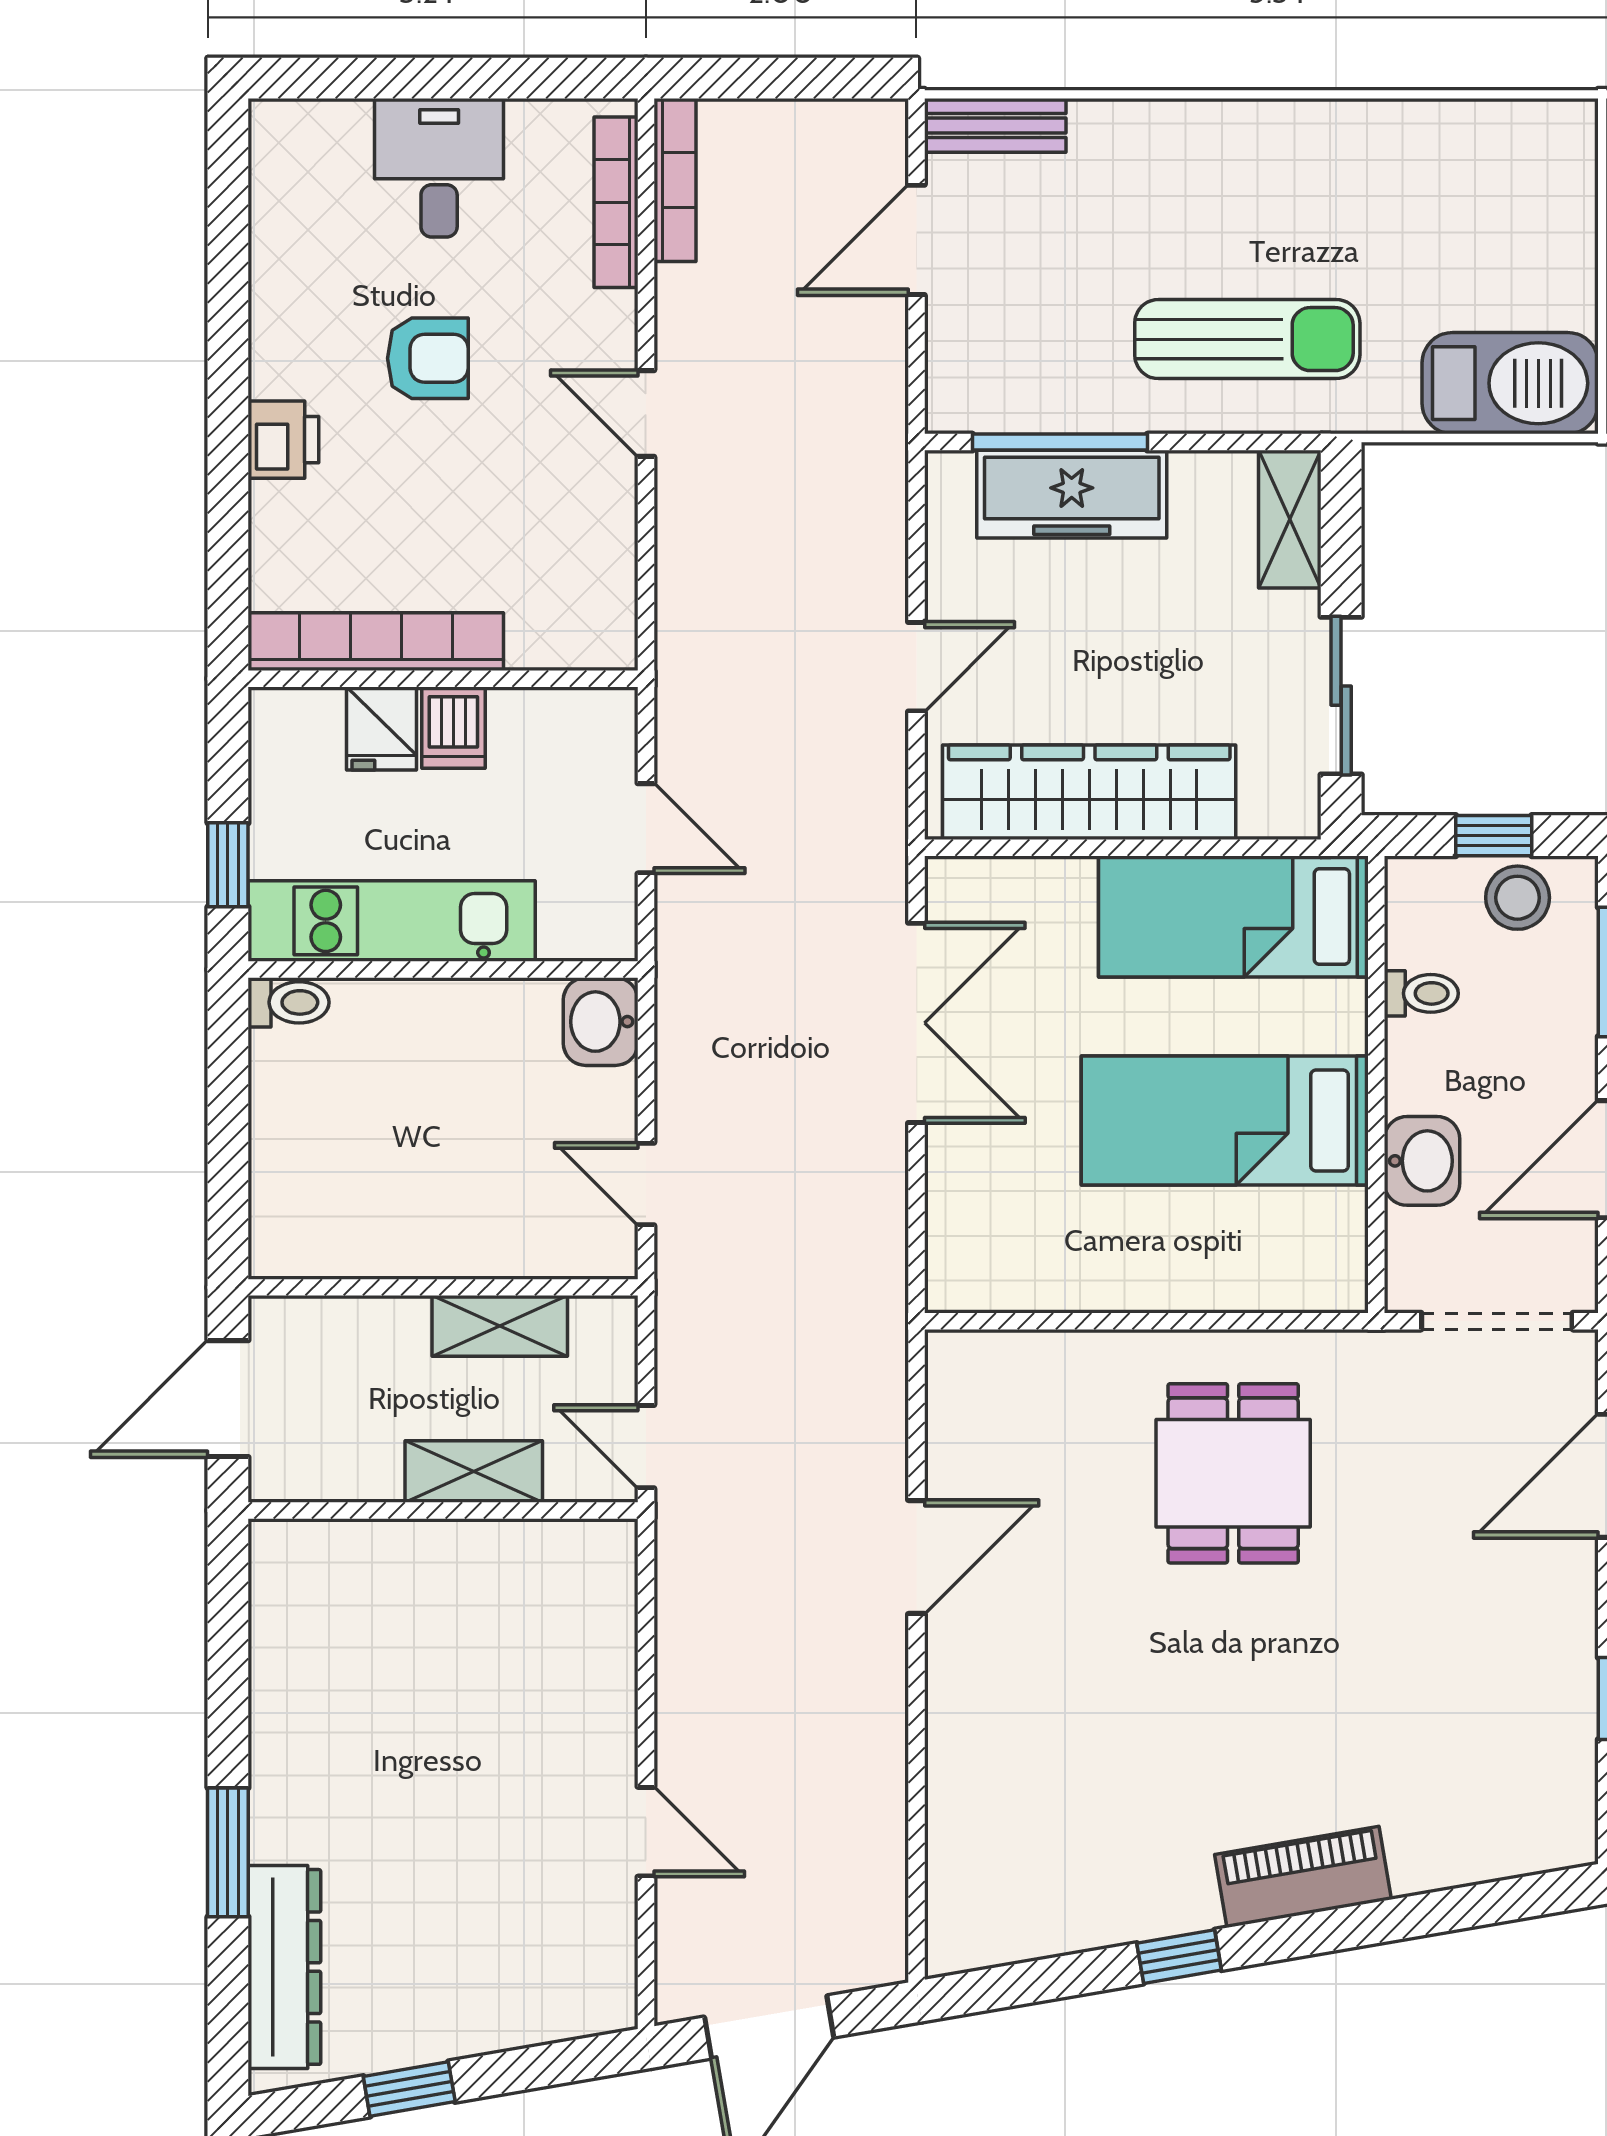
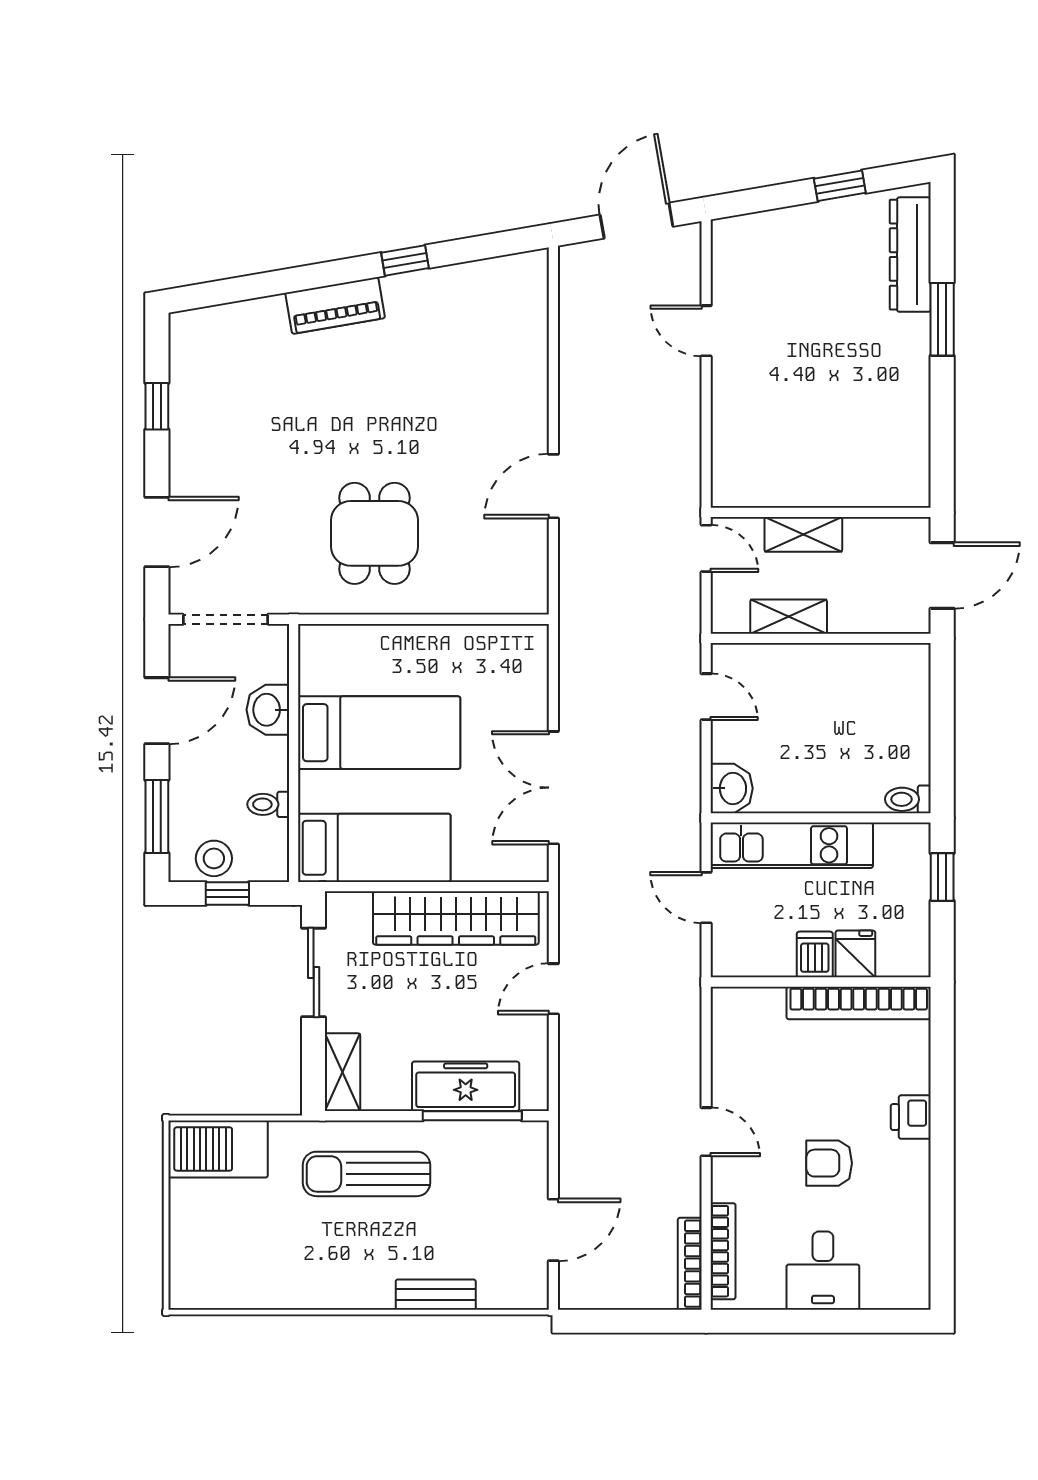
bench: (995, 125) -> (436, 1295), moved
kitchen unit: (392, 921) -> (792, 845), moved

